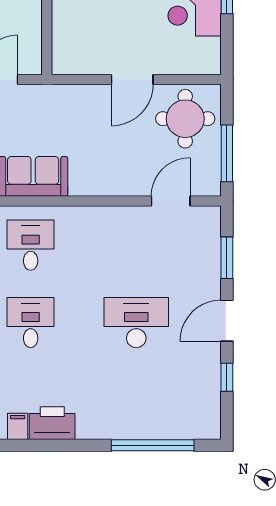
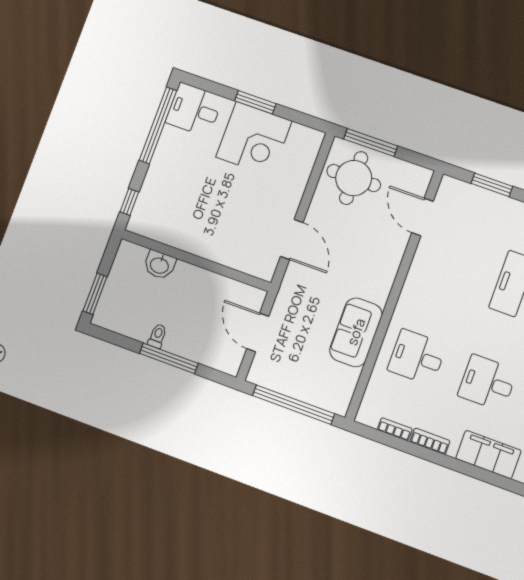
door: (132, 79) -> (292, 239), moved
window: (227, 153) -> (371, 143), moved

